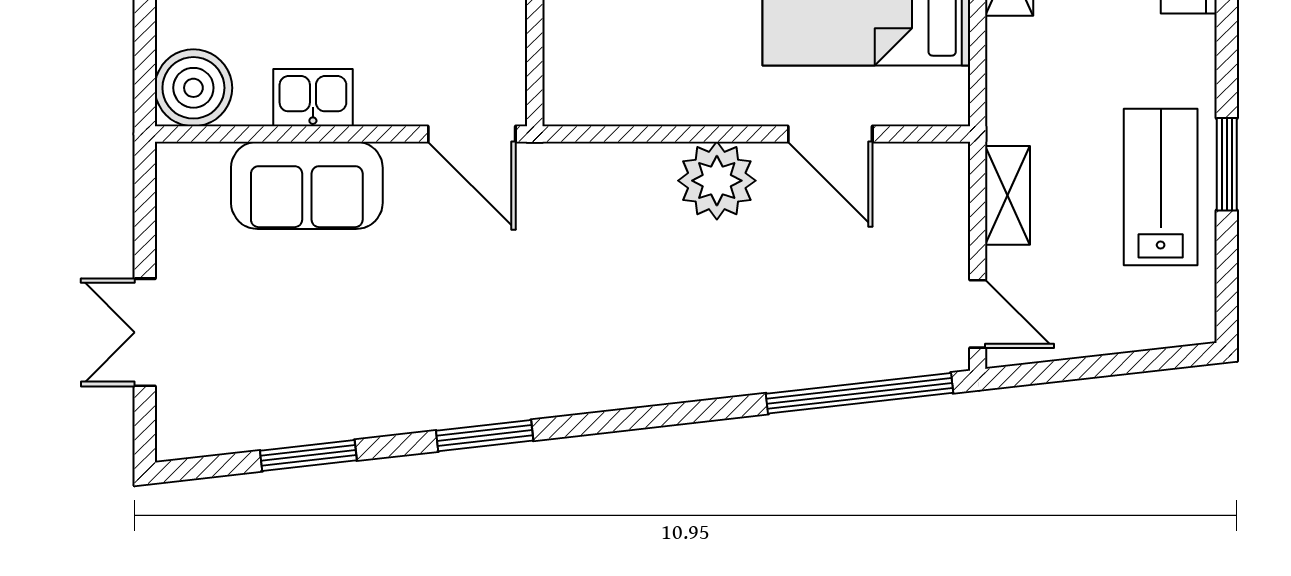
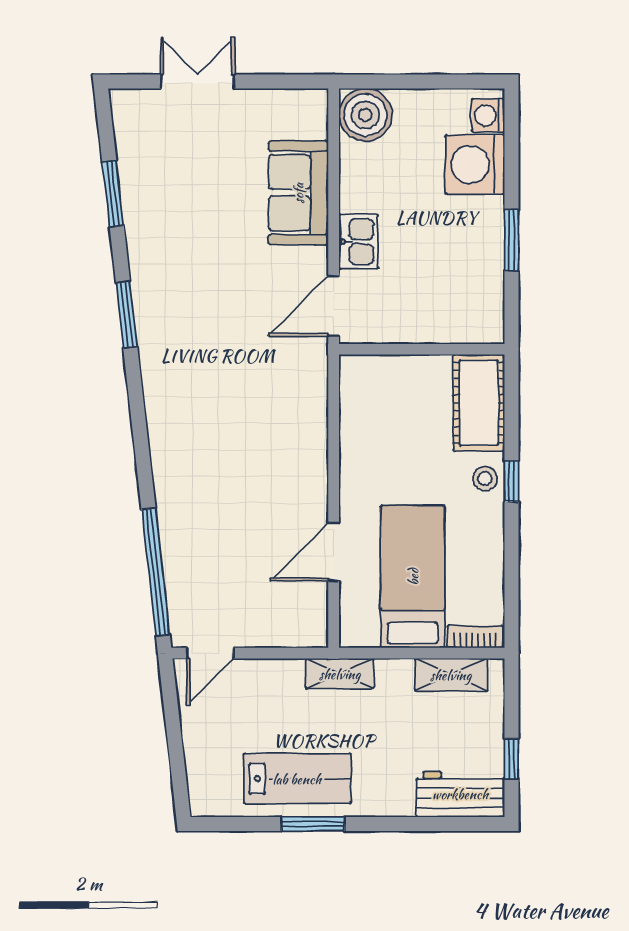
kitchen sink: (313, 98) -> (359, 242), moved
plant: (717, 181) -> (302, 474), removed
shelving: (1008, 195) -> (340, 674), moved

